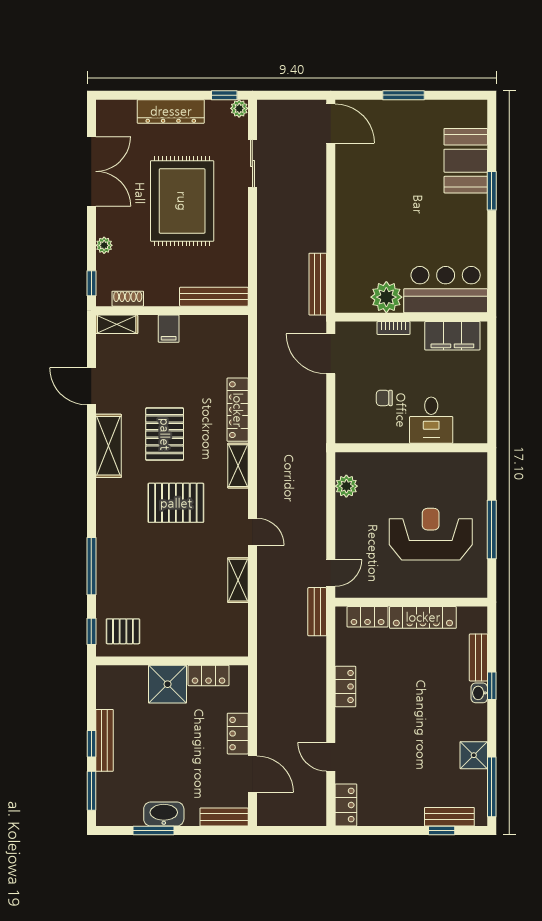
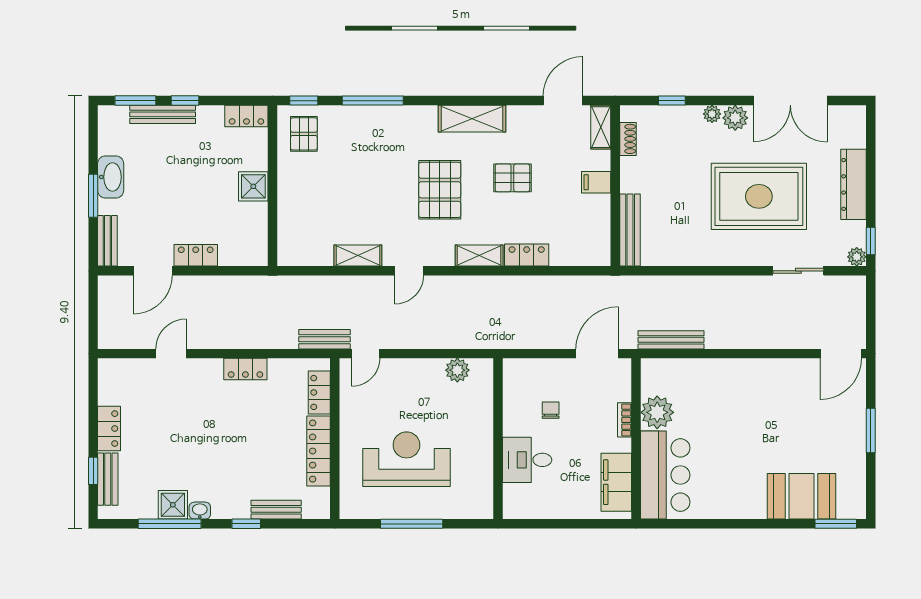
window: (492, 191) -> (836, 524), moved
plant: (108, 223) -> (735, 118), added
bench: (214, 297) -> (630, 230), moved
shoe rack: (128, 299) -> (628, 139), moved
wall: (172, 311) -> (615, 186), moved
shelving: (117, 324) -> (601, 127), moved
filing cabinet: (169, 329) -> (596, 182), moved
locker: (238, 410) -> (527, 255), width x0.66
pallet: (165, 434) -> (512, 178), width x0.67, depth x0.71
shelving: (109, 446) -> (472, 119), moved
reception desk: (431, 534) -> (406, 459), turned -90
door: (331, 573) -> (366, 354), hinge flipped
locker: (209, 675) -> (246, 116), moved, turned -90
shower: (168, 684) -> (253, 186), width x0.73, depth x0.73
washbasin: (479, 693) -> (200, 511), moved
bench: (105, 740) -> (163, 114), moved
window: (492, 787) -> (170, 524), moved
locker: (346, 805) -> (109, 429), moved, turned -90
window: (154, 831) -> (93, 196), moved

